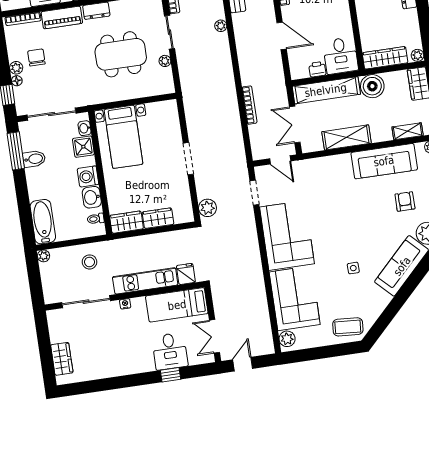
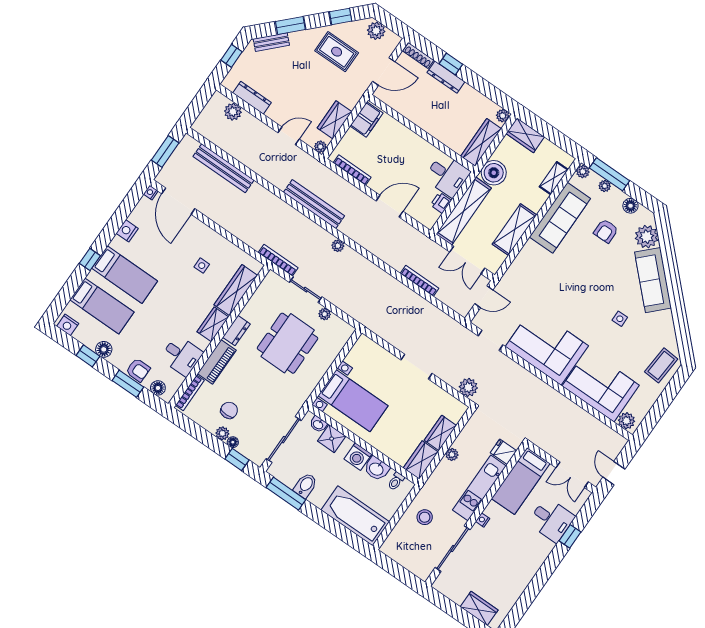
chair: (36, 57) -> (229, 410), turned 90
armchair: (405, 201) -> (606, 231), turned -90
bathtub: (43, 222) -> (355, 516), width x1.36, depth x1.36
plant: (44, 256) -> (452, 454), moved

